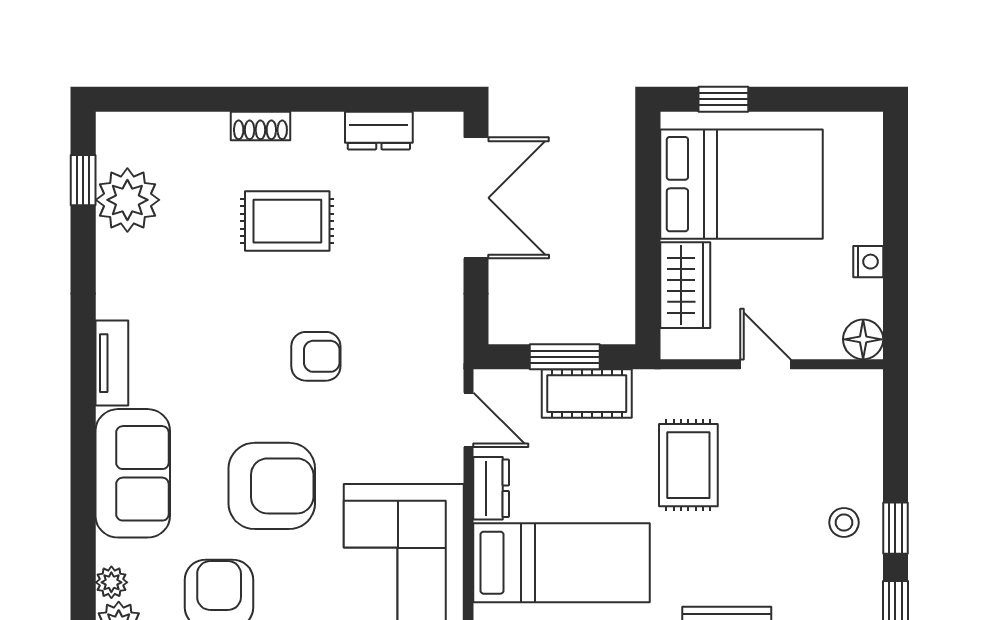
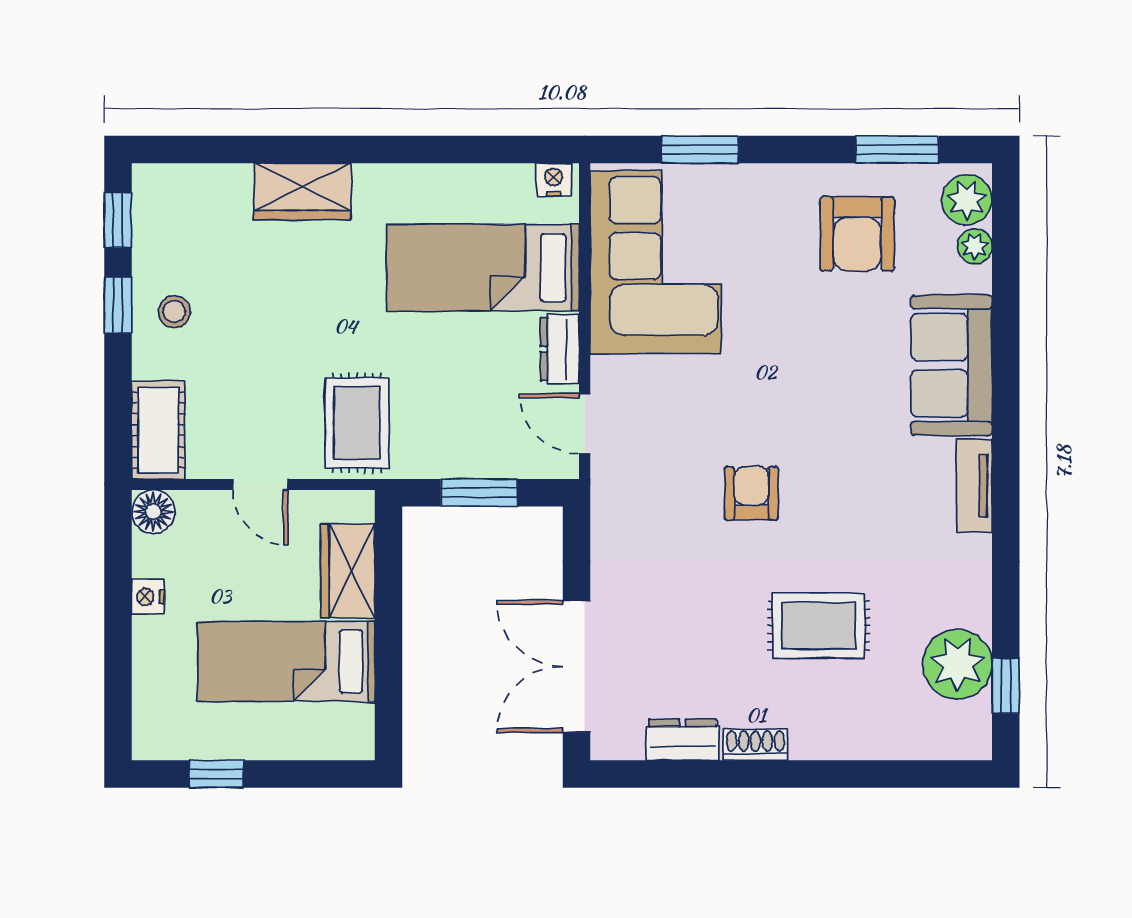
window: (723, 99) -> (216, 774), moved
shoe rack: (260, 126) -> (755, 745), moved
bed: (741, 184) -> (286, 661), width x0.67
rug: (287, 221) -> (819, 626), moved
armchair: (316, 356) -> (751, 493), turned 90
cot: (587, 394) -> (158, 430), moved, turned 90
rug: (688, 465) -> (357, 423), moved
armchair: (272, 486) -> (800, 352), removed

